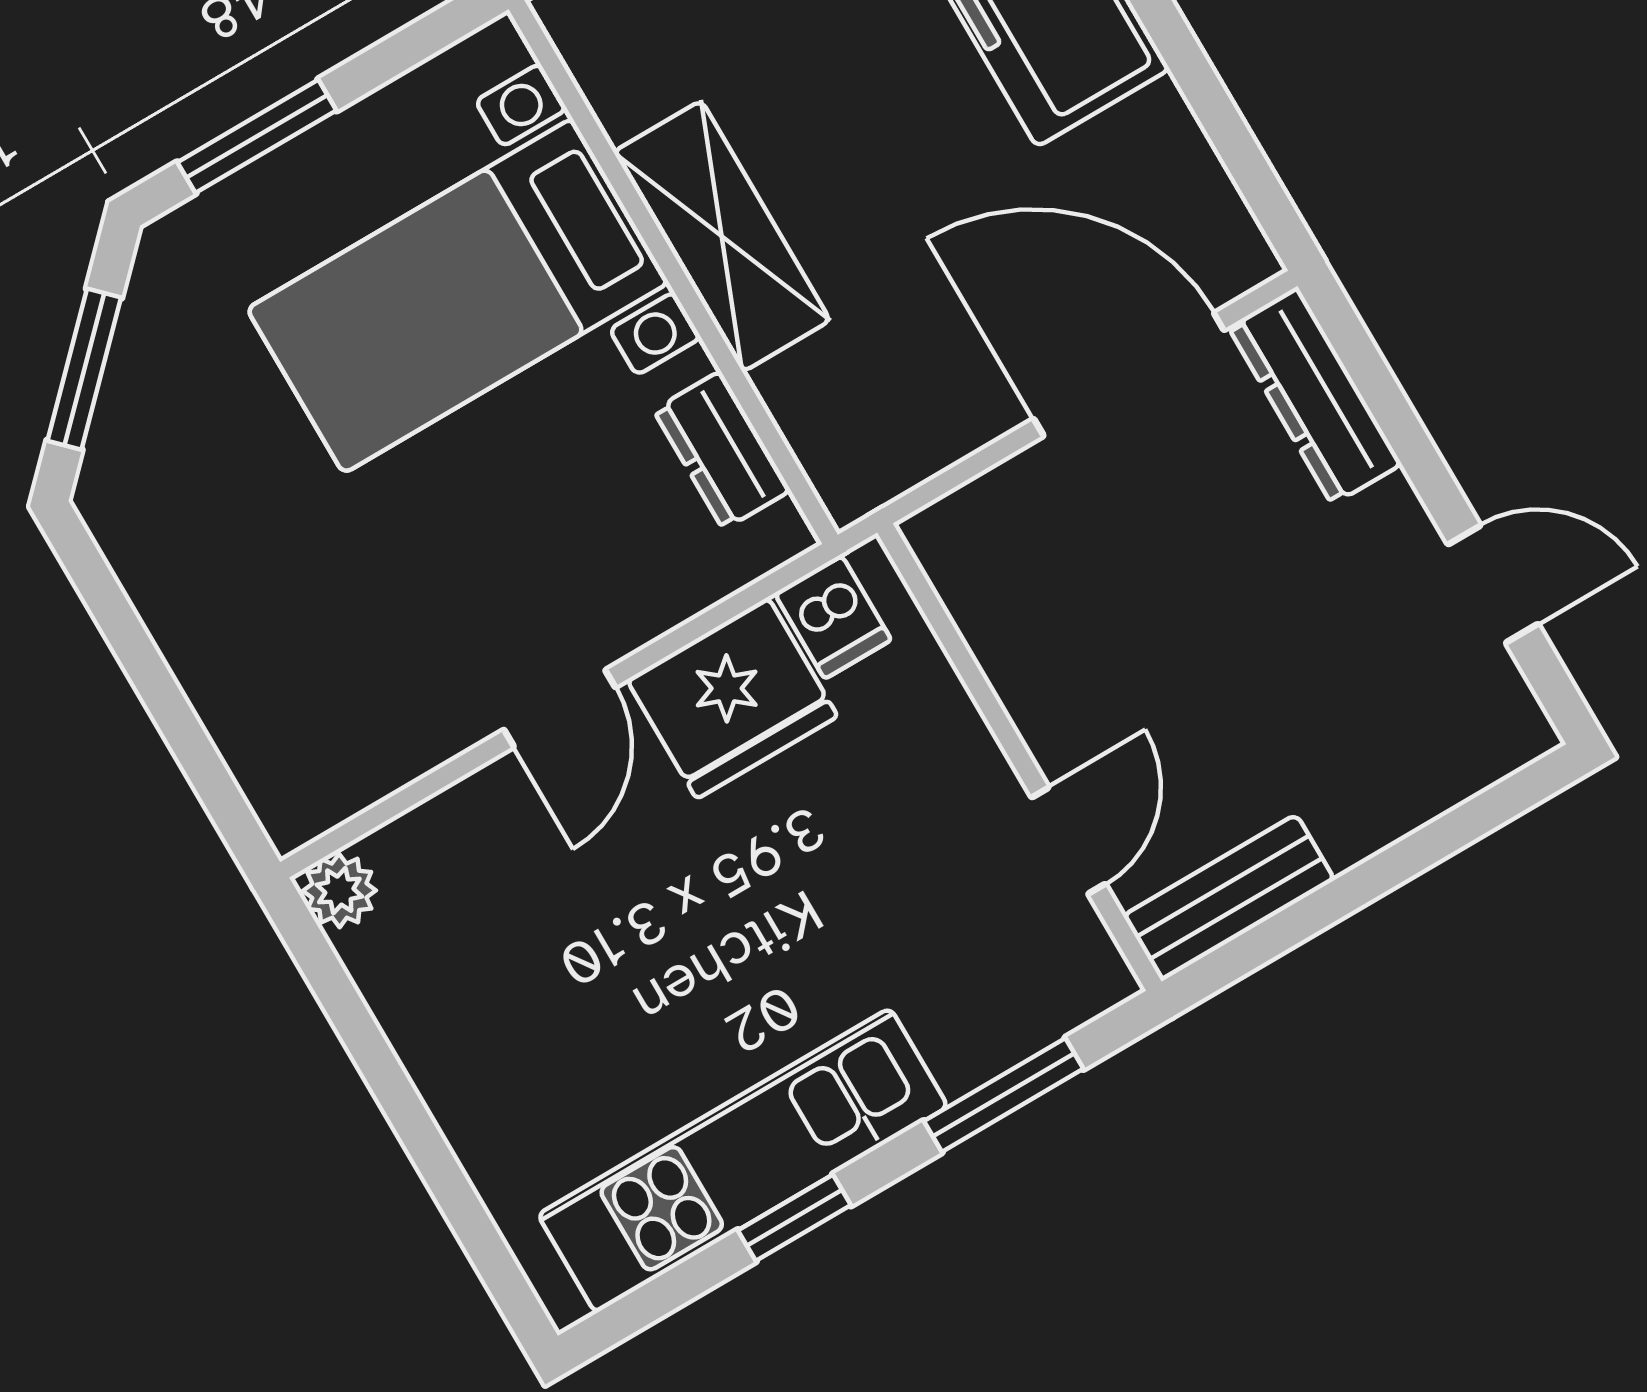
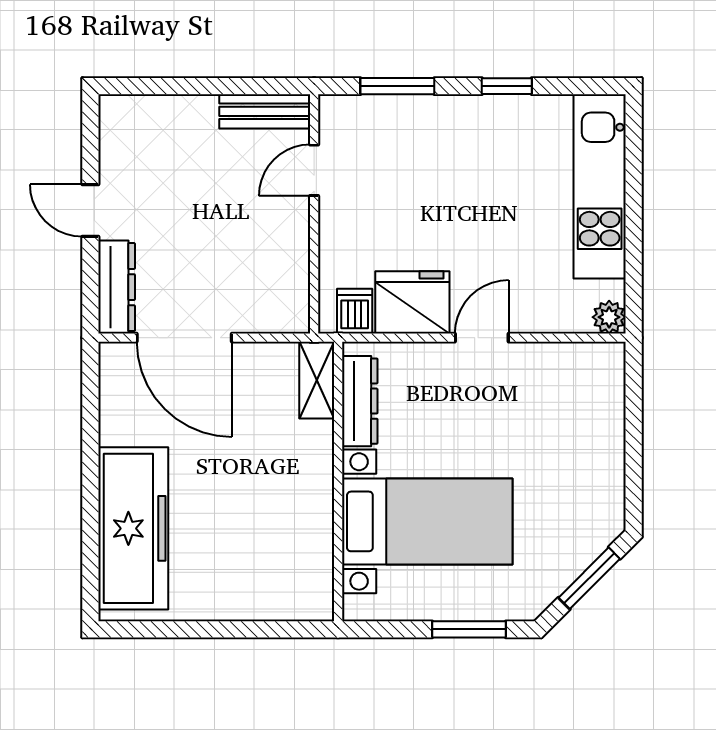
shelving: (722, 236) -> (317, 380), moved, width x0.67, depth x0.75
dresser: (722, 450) -> (360, 401), width x1.44
door: (1493, 584) -> (90, 211), moved
kitchen unit: (743, 1161) -> (600, 186), moved, turned 90

